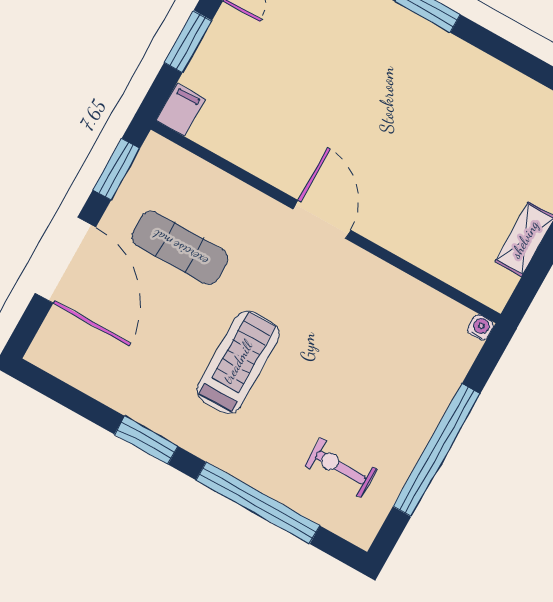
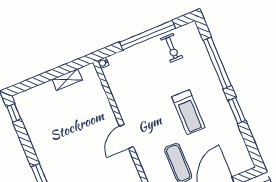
treadmill: (238, 362) -> (188, 112), turned -90
exercise bike: (341, 468) -> (172, 48), moved

